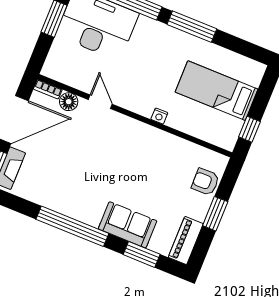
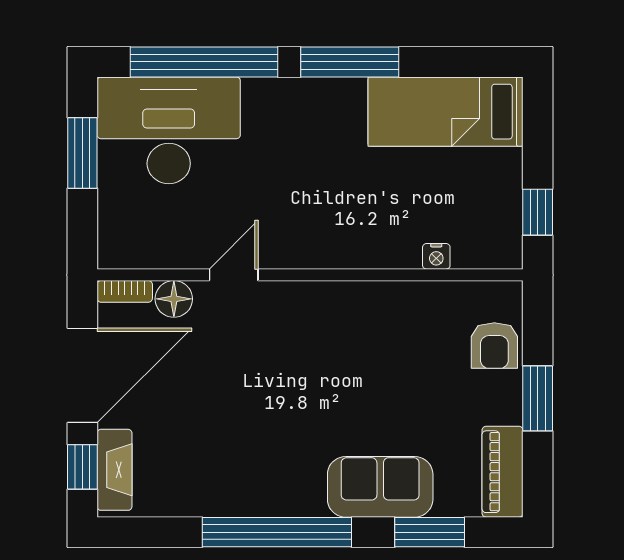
bed: (217, 91) -> (445, 112), moved
door: (100, 102) -> (234, 275), hinge flipped
nightstand: (159, 116) -> (436, 256), moved
armchair: (205, 182) -> (494, 346), turned -89

